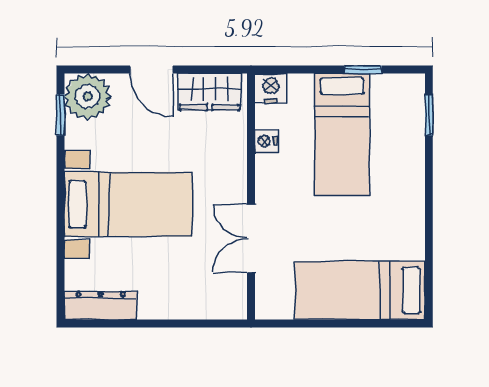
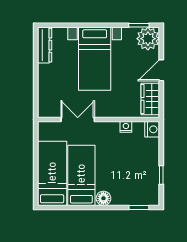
bed: (342, 134) -> (81, 175), moved, turned 90
floor lamp: (410, 186) -> (103, 198), added

